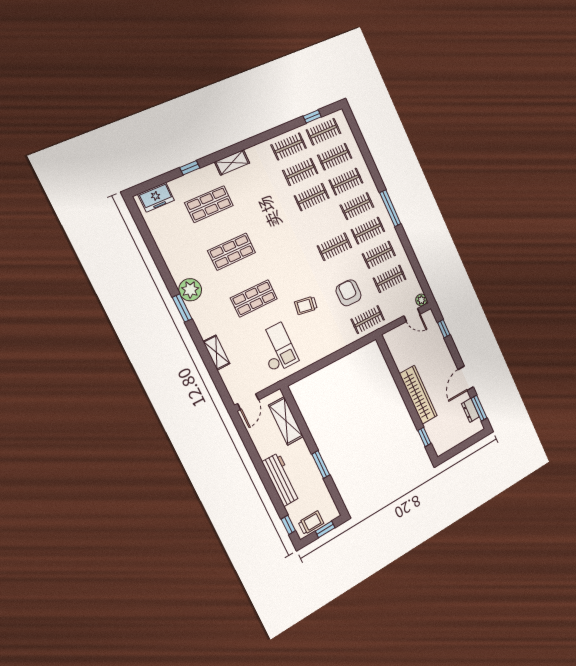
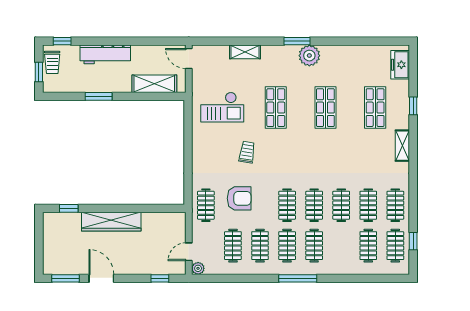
clothes rail: (346, 182) -> (314, 205), moved
dresser: (470, 410) -> (68, 268), removed

